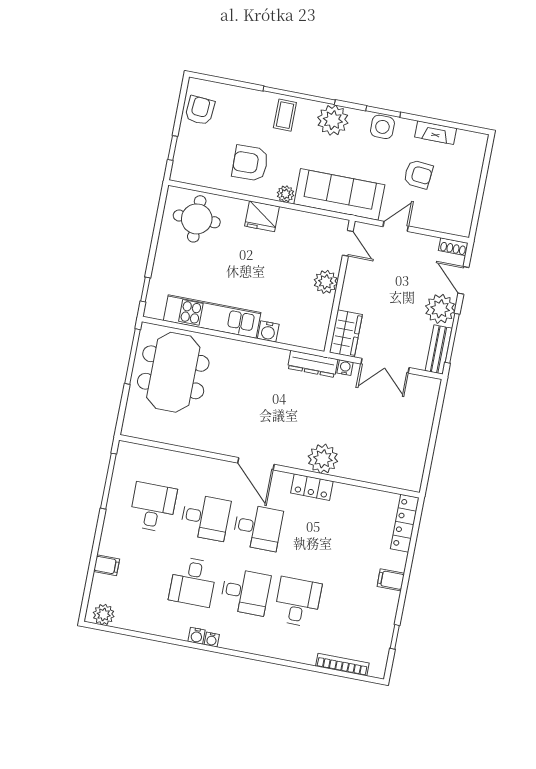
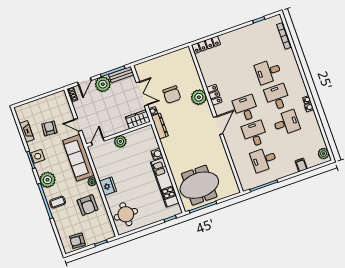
chair: (354, 415) -> (172, 95), added
filing cabinet: (391, 580) -> (235, 36), removed

